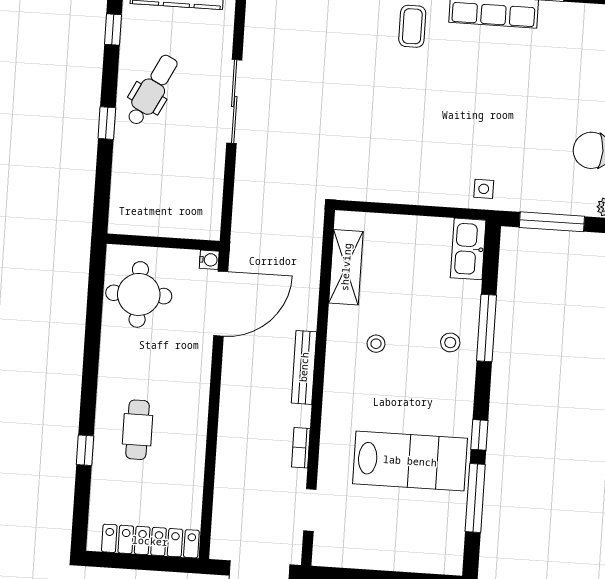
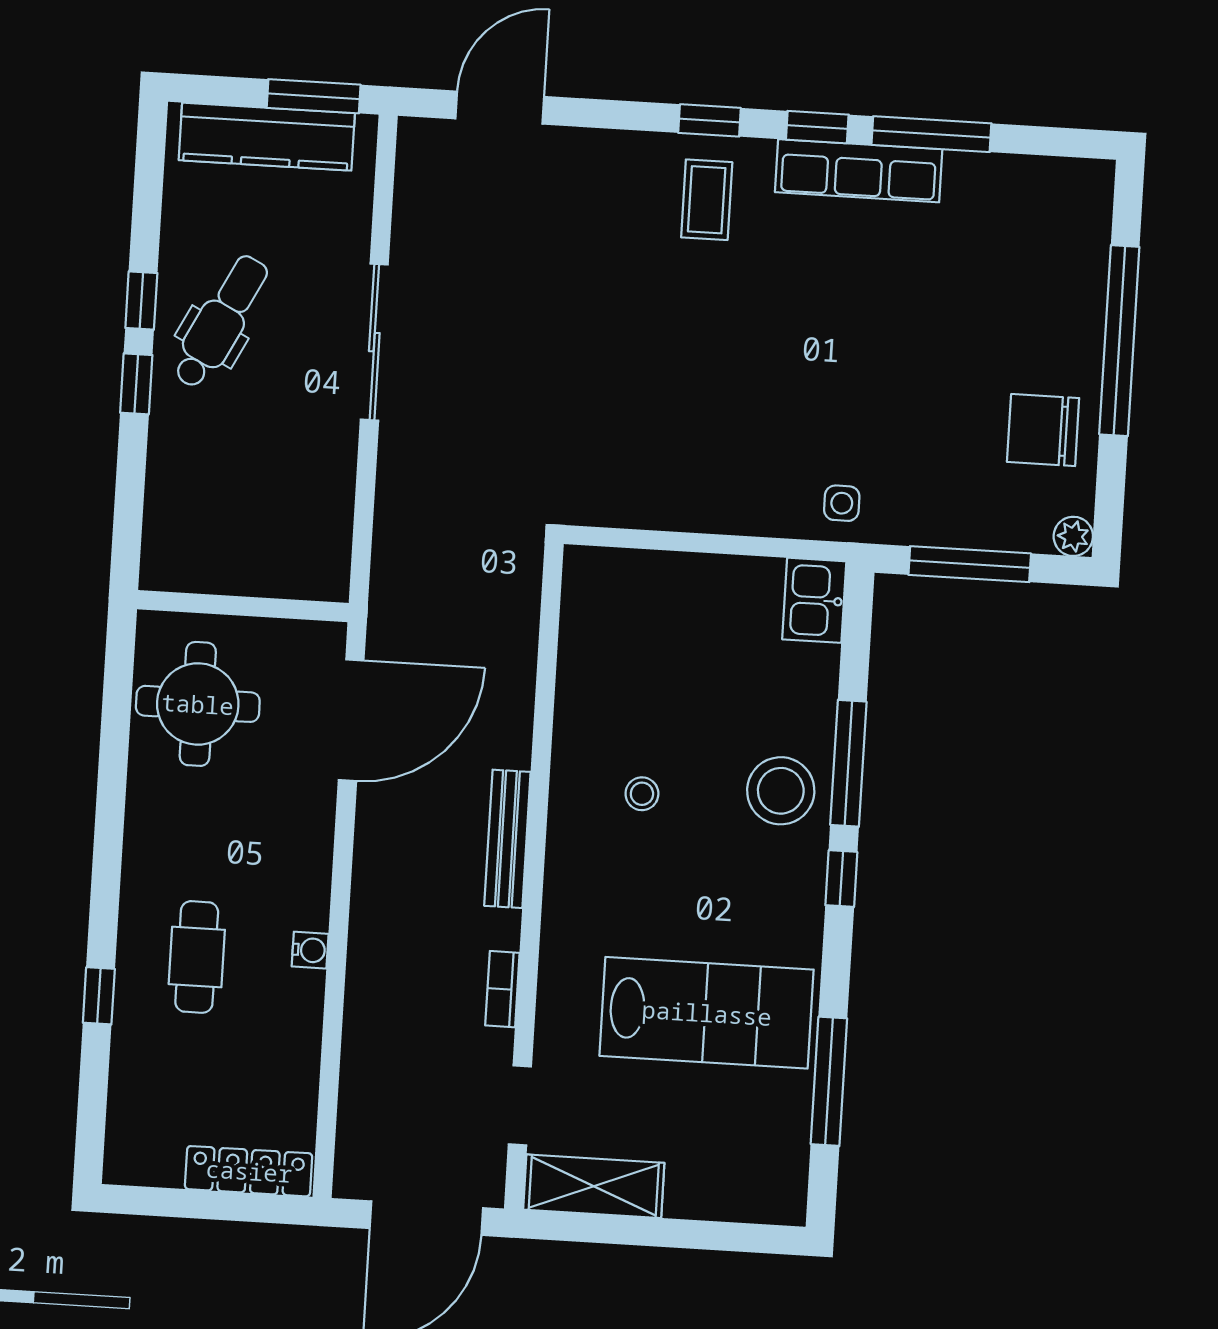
window: (113, 30) -> (141, 301), moved
kitchen sink: (468, 249) -> (814, 600), width x0.73
water cooler: (209, 260) -> (310, 950), moved
shelving: (346, 267) -> (594, 1186), moved, turned 90
stool: (450, 342) -> (781, 791), width x1.89, depth x1.89
window: (479, 435) -> (841, 879), moved
locker: (150, 541) -> (249, 1171), width x0.71, depth x0.83

